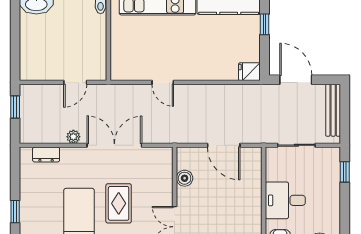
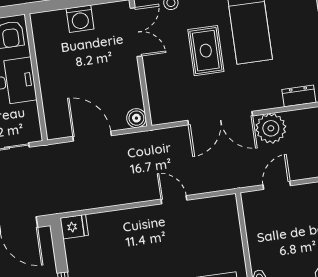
plant: (73, 137) -> (271, 128), width x1.88, depth x1.88
boiler: (185, 178) -> (136, 118), moved

